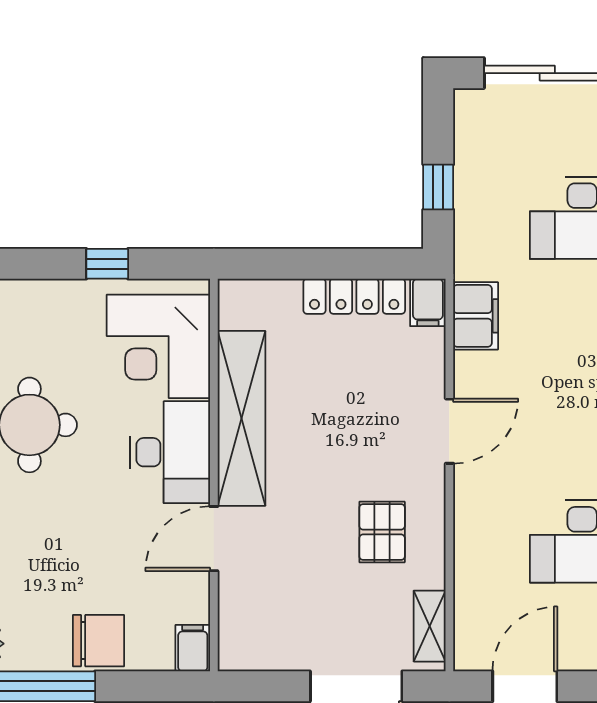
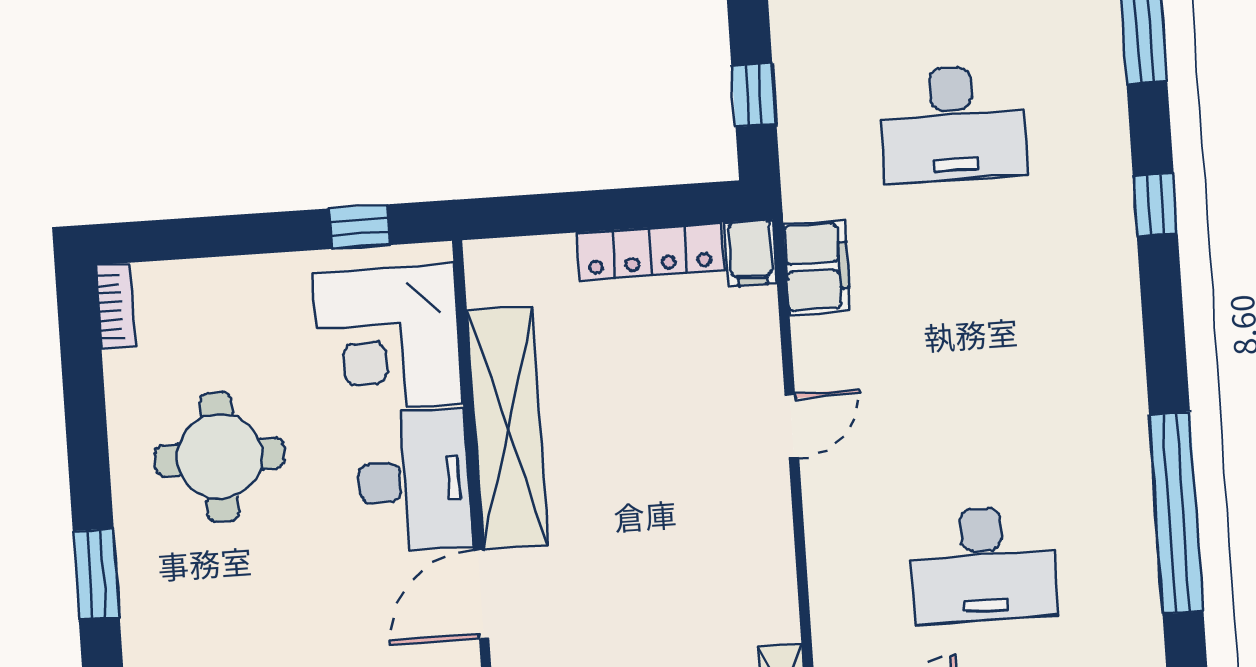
window: (107, 264) -> (360, 227), moved
door: (449, 431) -> (792, 426), width x0.73
pallet: (382, 532) -> (710, 570), removed

